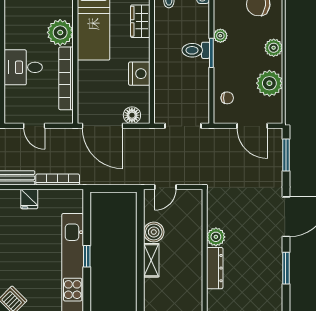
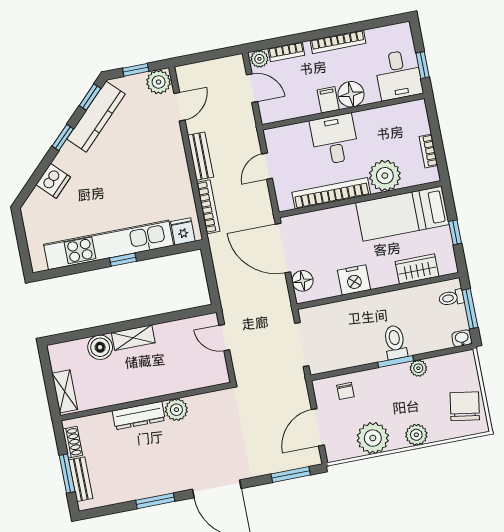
door: (103, 126) -> (283, 248), hinge flipped
fridge: (29, 199) -> (183, 231), moved, turned 90
boiler: (154, 232) -> (100, 347), moved

